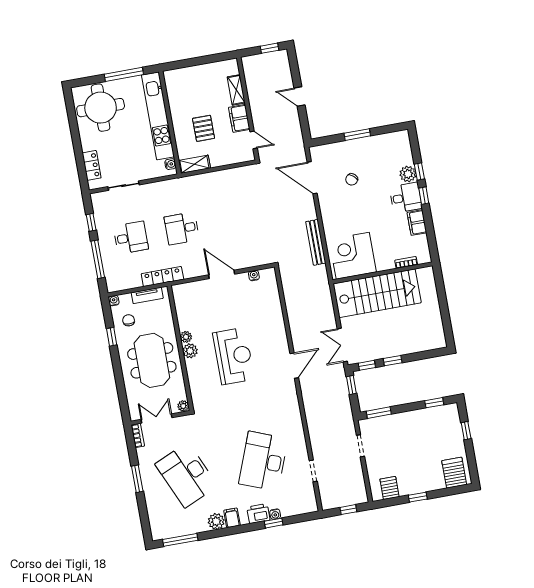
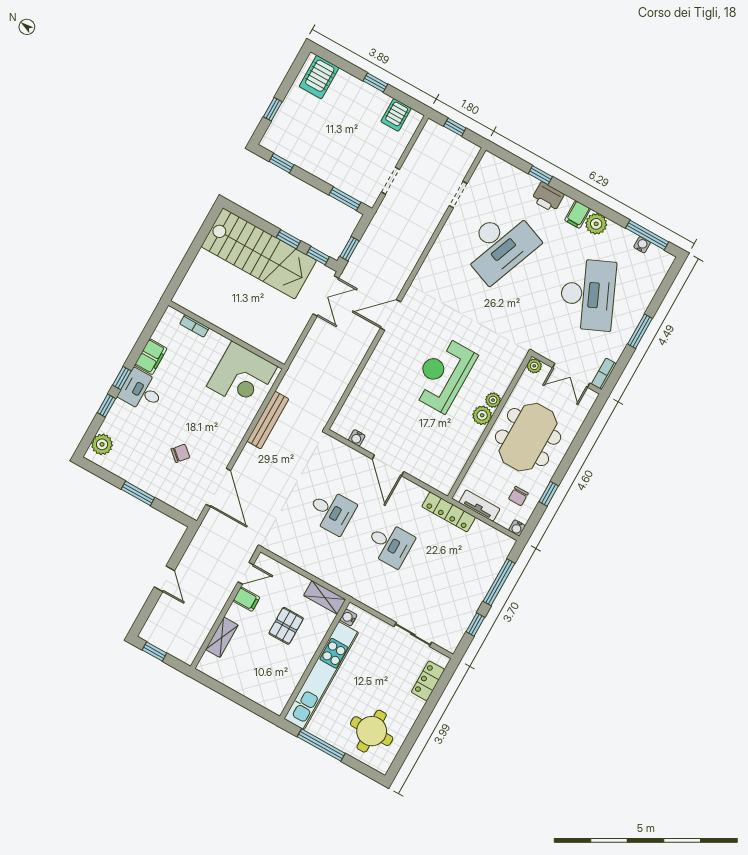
round table: (101, 108) -> (372, 731), width x0.73, depth x0.73
filing cabinet: (239, 118) -> (246, 599), width x0.50
door: (254, 140) -> (246, 573), swing flipped
plant: (408, 174) -> (102, 444), moved
desk: (131, 238) -> (332, 511), moved, turned 180
stairs: (377, 293) -> (259, 253), moved, turned 180
plant: (186, 337) -> (493, 400), moved
water cooler: (275, 514) -> (642, 245), moved

